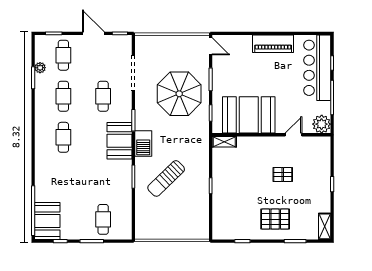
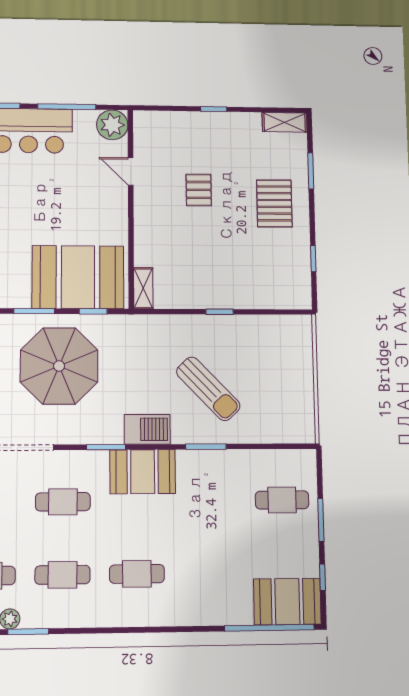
booth: (249, 115) -> (78, 277), moved, turned 90

